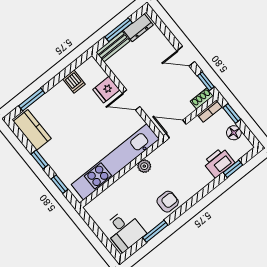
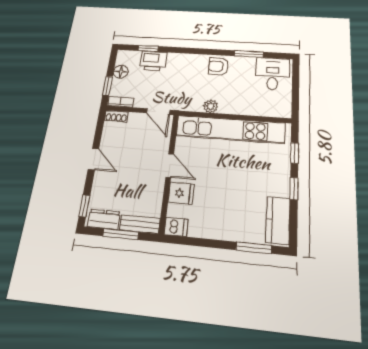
window: (206, 81) -> (84, 206), moved
dishwasher: (74, 82) -> (176, 227), moved, turned 90

